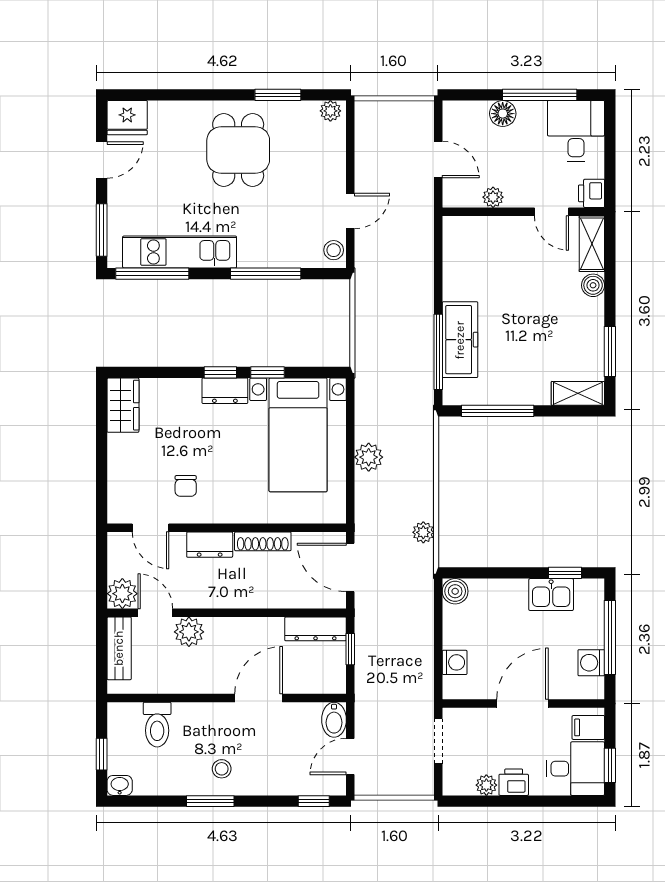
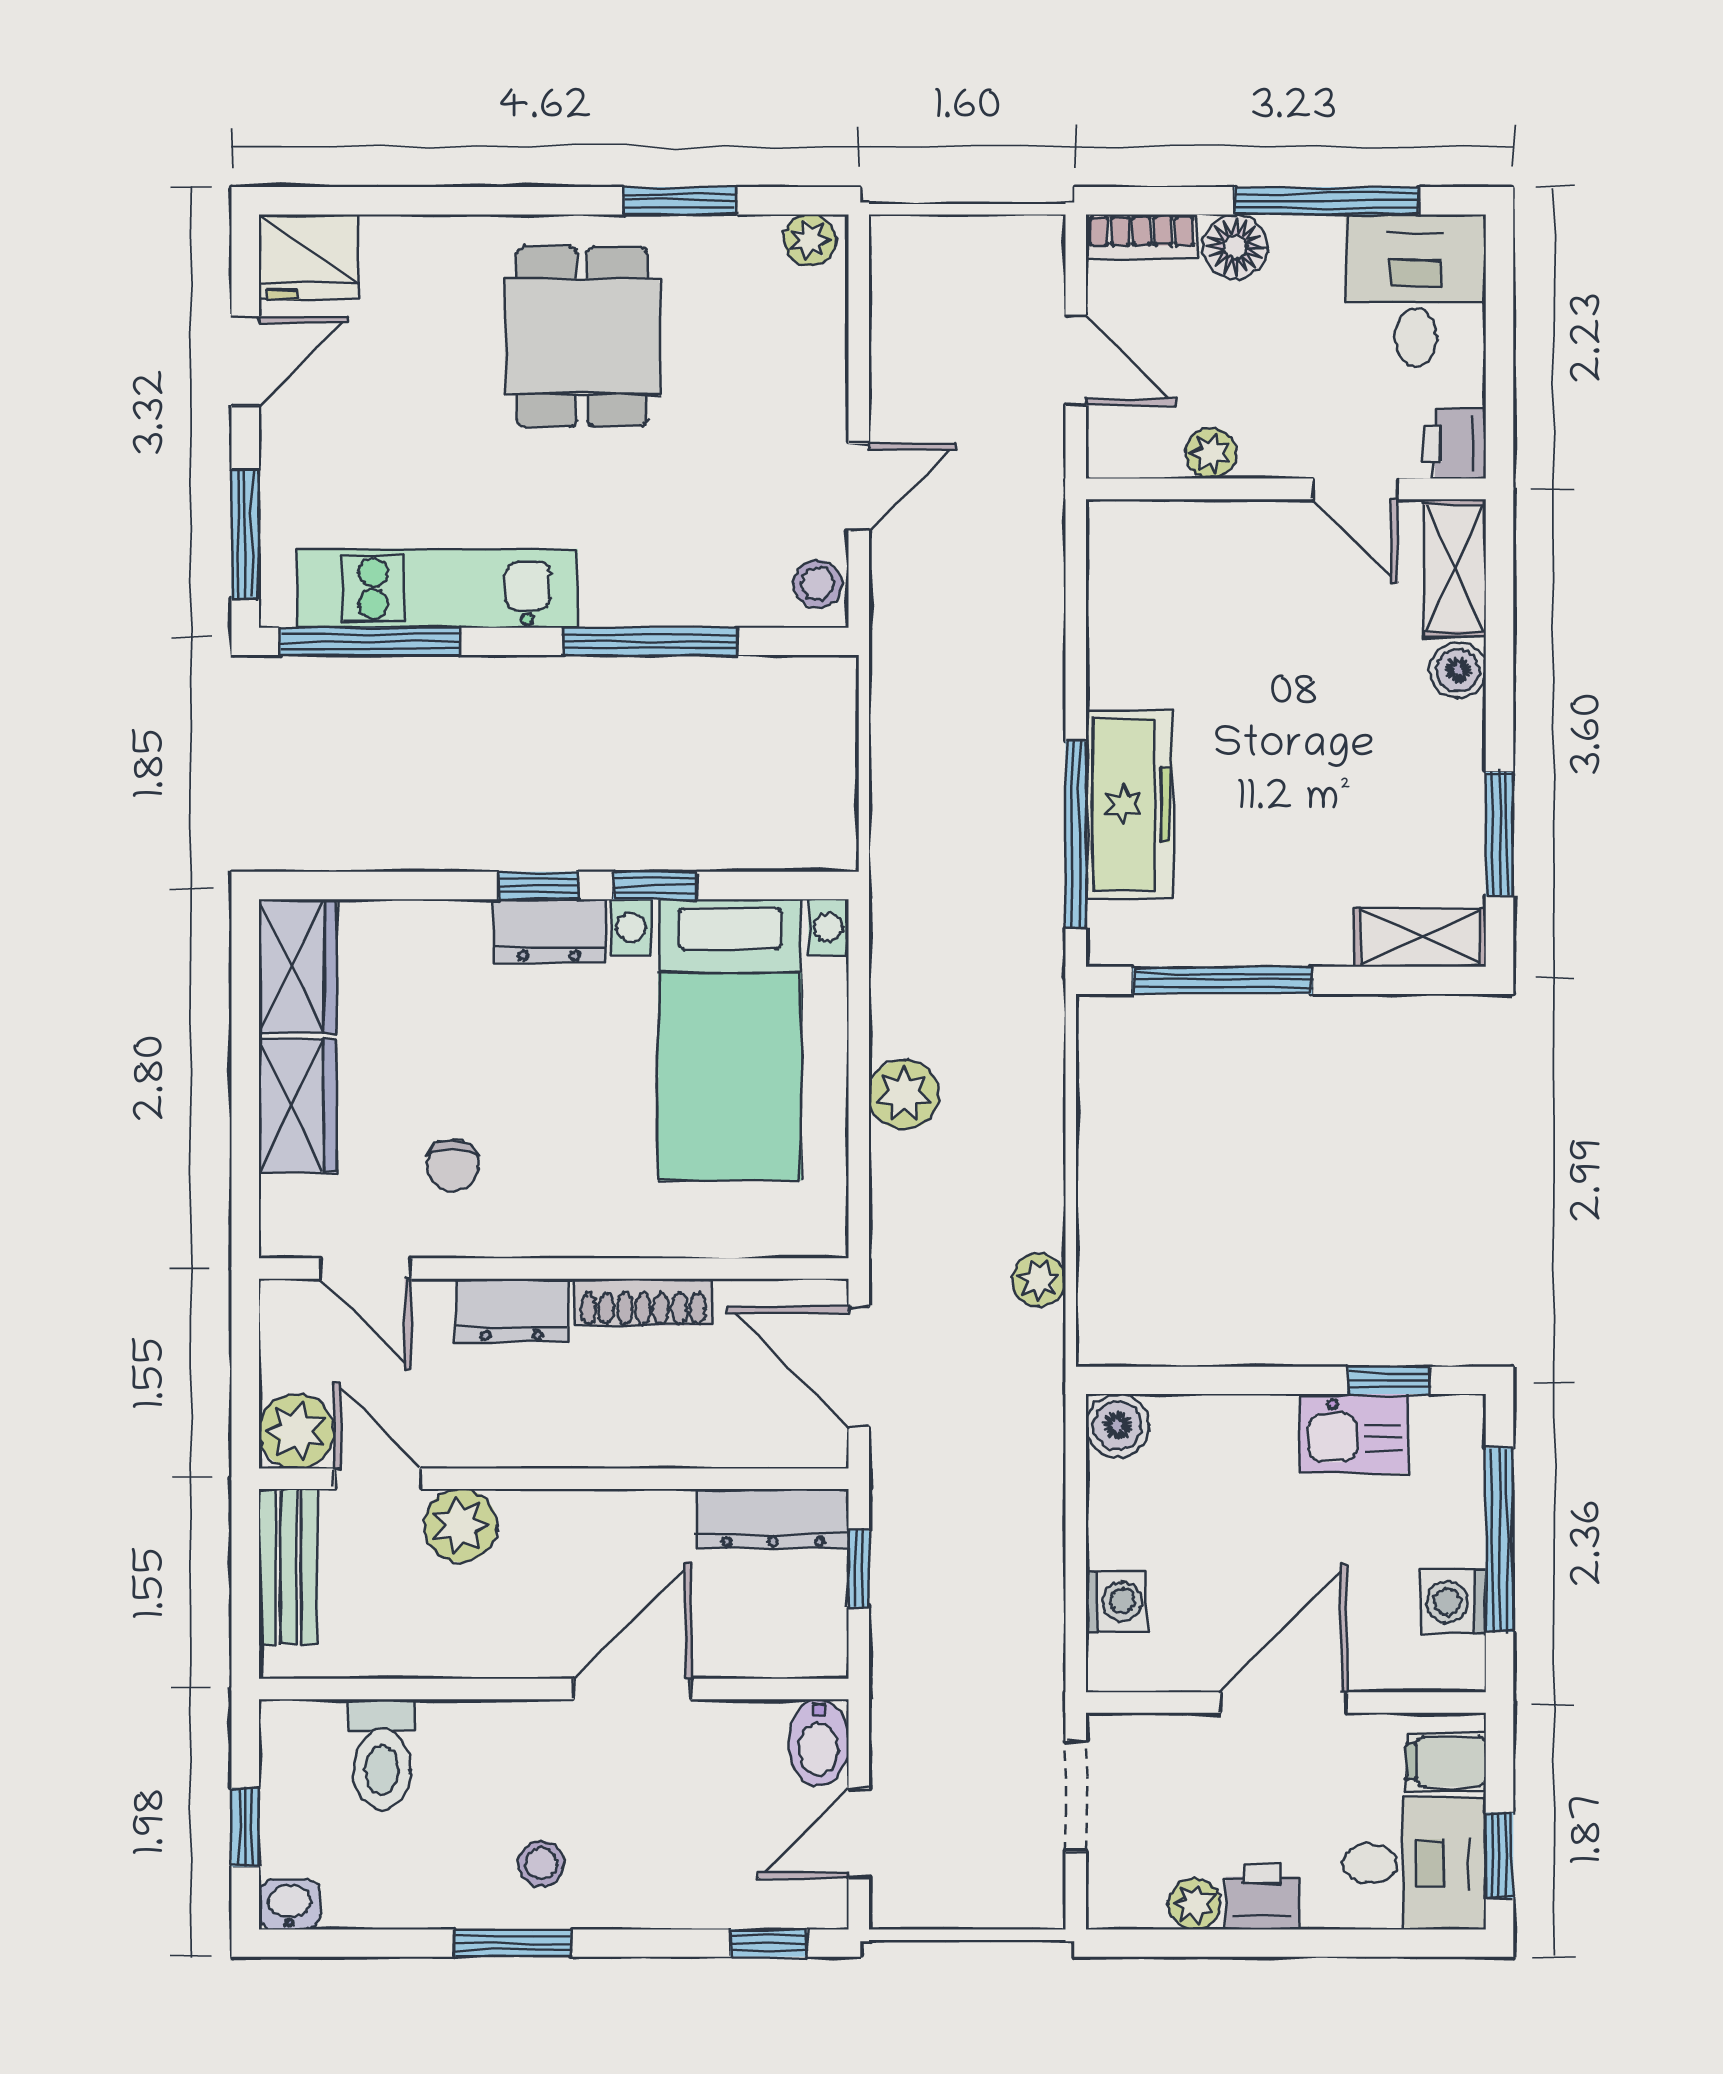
bookcase: (465, 109) -> (1142, 237), added
wardrobe: (123, 462) -> (297, 1106), added

